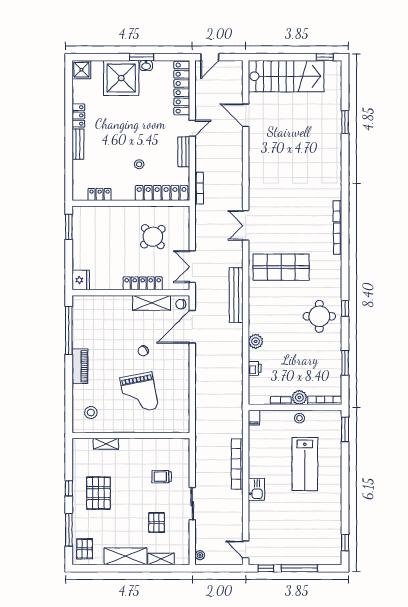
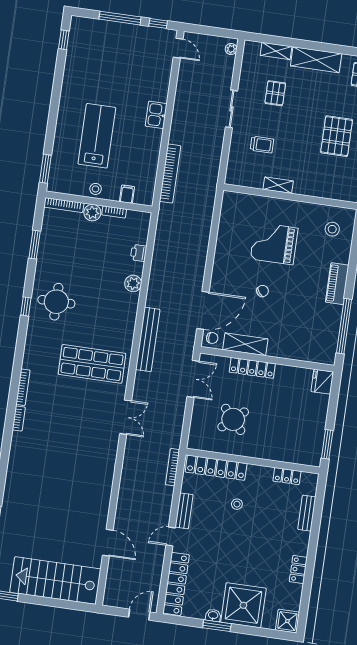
bench: (78, 144) -> (307, 513), moved
grand piano: (139, 393) -> (274, 244), turned -79
filing cabinet: (254, 418) -> (127, 194), moved
shelving: (106, 444) -> (278, 185), moved
bookcase: (237, 464) -> (170, 174), moved

